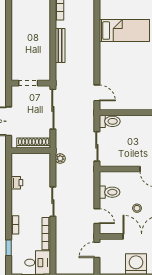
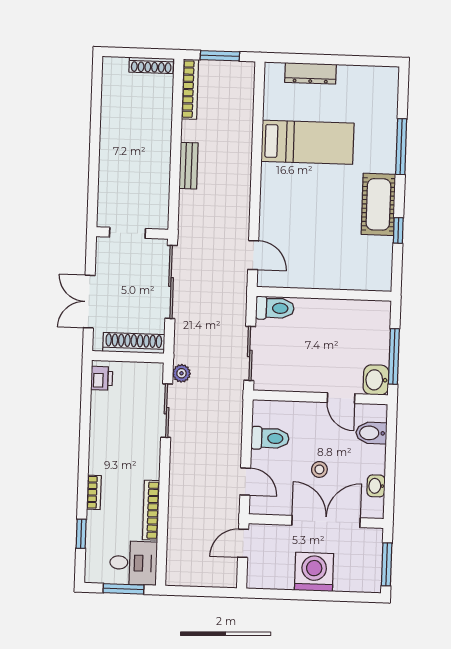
bench: (60, 46) -> (188, 166), width x0.73
printer: (17, 183) -> (102, 378), moved
sliding door: (53, 202) -> (167, 411), moved

